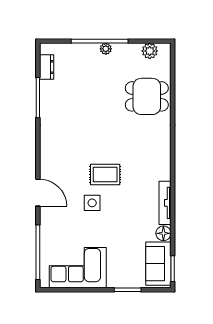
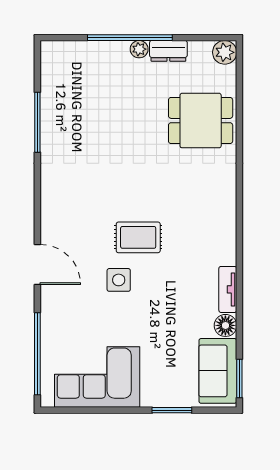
plant: (150, 51) -> (225, 52), moved
dresser: (47, 67) -> (168, 51), moved, turned 90
tv unit: (165, 203) -> (228, 289), width x0.71

